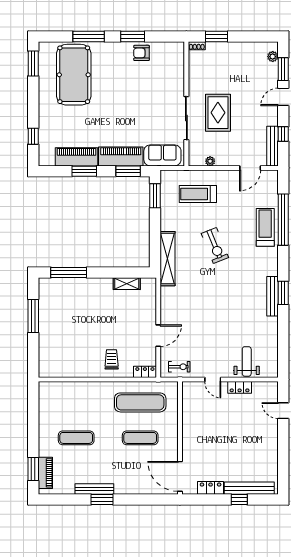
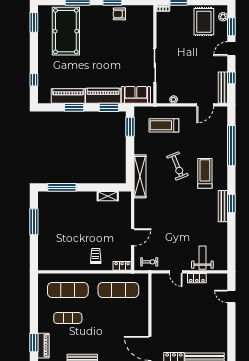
rug: (218, 113) -> (204, 22), moved
treadmill: (265, 227) -> (205, 173), moved
exercise mat: (140, 438) -> (68, 290), moved, width x1.36, depth x1.45

